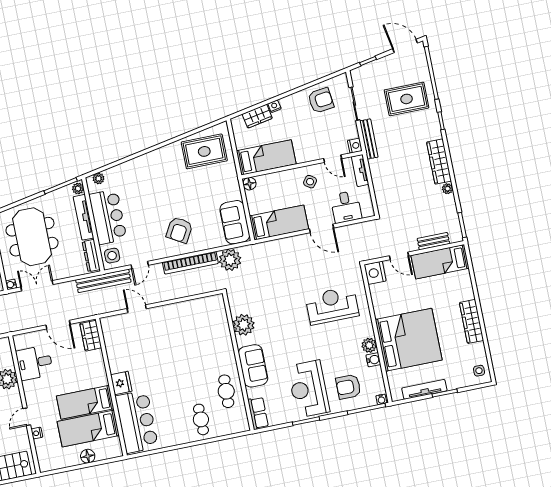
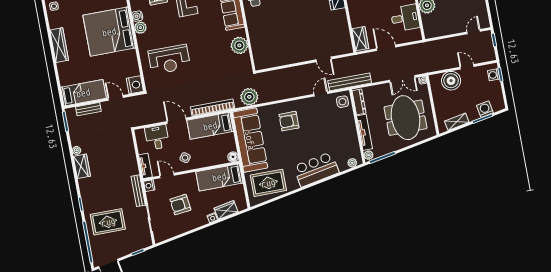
armchair: (321, 100) -> (180, 205), moved
wardrobe: (439, 162) -> (82, 166), width x0.67
bar counter: (108, 217) -> (316, 169), moved, turned 79
sofa: (235, 222) -> (250, 140), width x1.85, depth x1.27
armchair: (179, 230) -> (289, 121), turned -120
bookcase: (190, 263) -> (213, 108), moved

